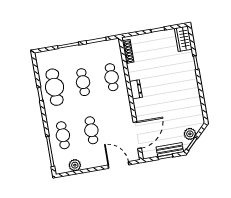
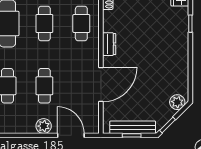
plant: (190, 134) -> (177, 102), moved
door: (137, 135) -> (101, 85), moved
bench: (170, 150) -> (133, 127), width x1.36
plant: (75, 165) -> (44, 126), moved

